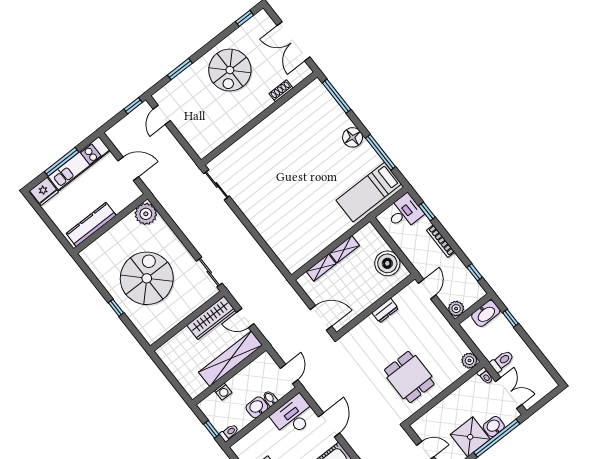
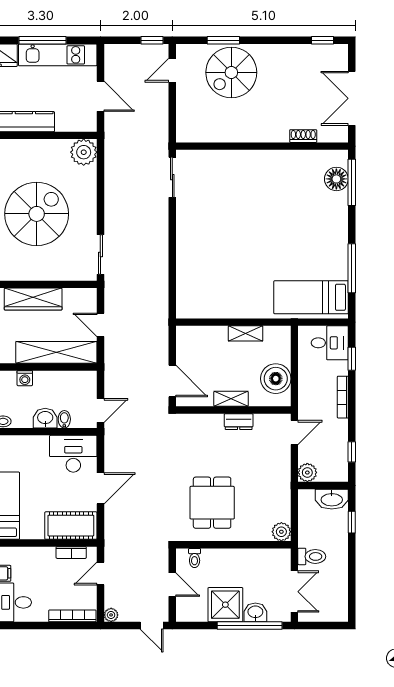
spiral stairs: (230, 70) -> (231, 72), moved
floor lamp: (353, 137) -> (336, 179), moved
shelving: (321, 268) -> (231, 399), moved
wardrobe: (211, 318) -> (33, 299), moved
toilet: (485, 376) -> (195, 558), moved

